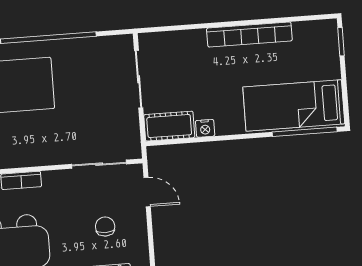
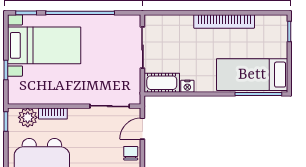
door: (147, 192) -> (142, 129), swing flipped
chair: (105, 226) -> (131, 153), moved

